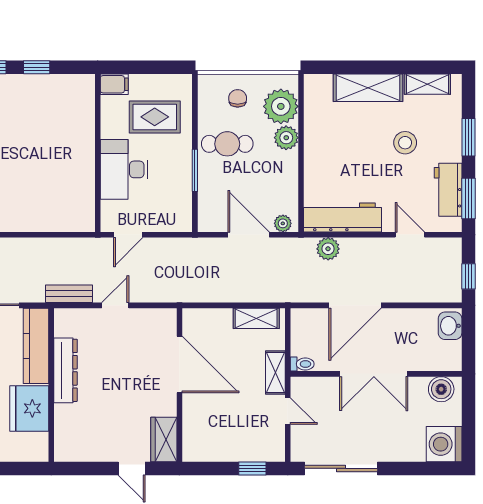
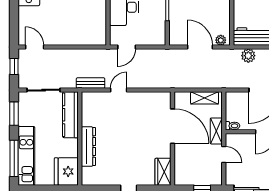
door: (179, 364) -> (173, 126), moved
dresser: (66, 370) -> (88, 147), moved
wall: (179, 385) -> (173, 139), moved
fridge: (29, 408) -> (66, 171), moved
wardrobe: (164, 440) -> (163, 172), moved

